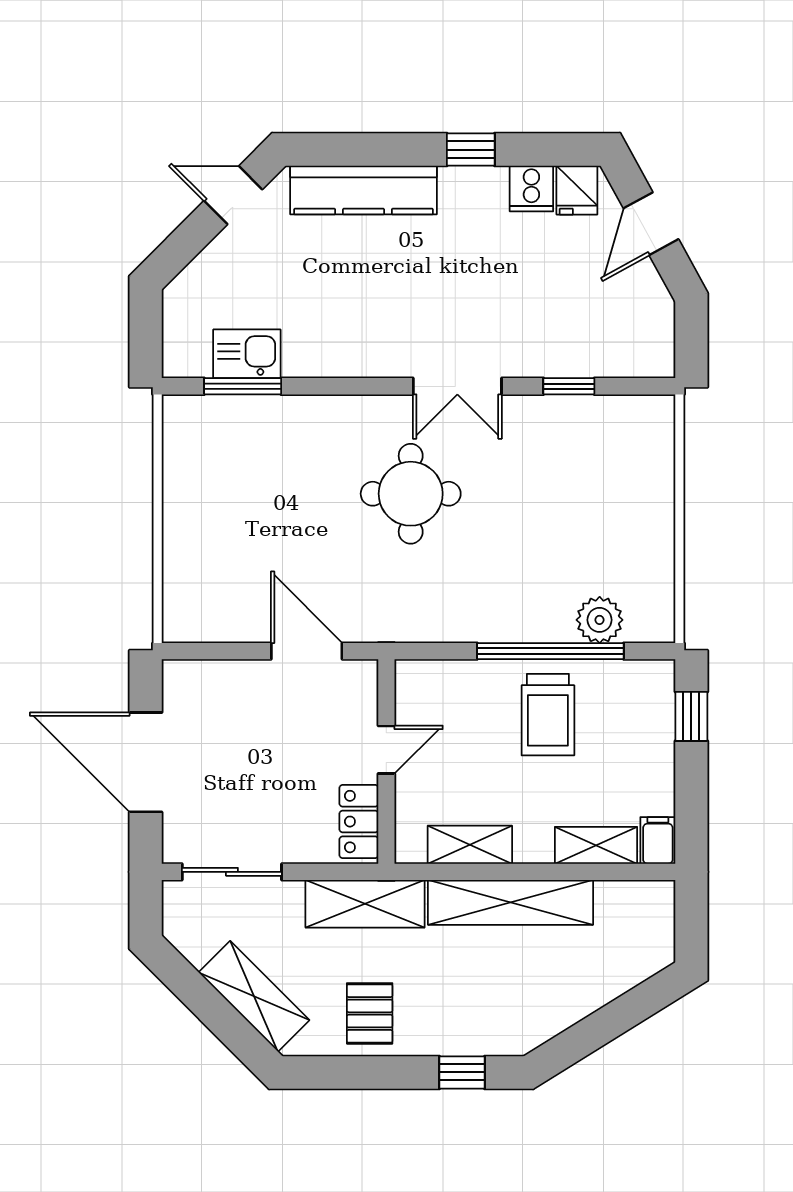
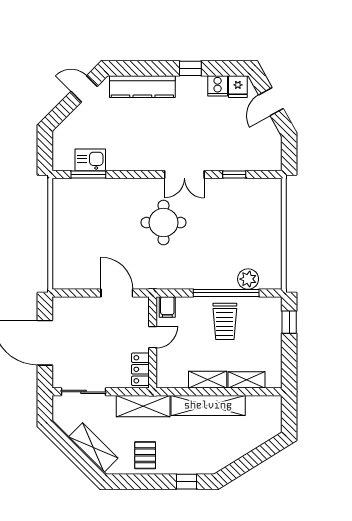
filing cabinet: (658, 840) -> (167, 307), moved, turned 180
shelving: (470, 845) -> (208, 380), moved

